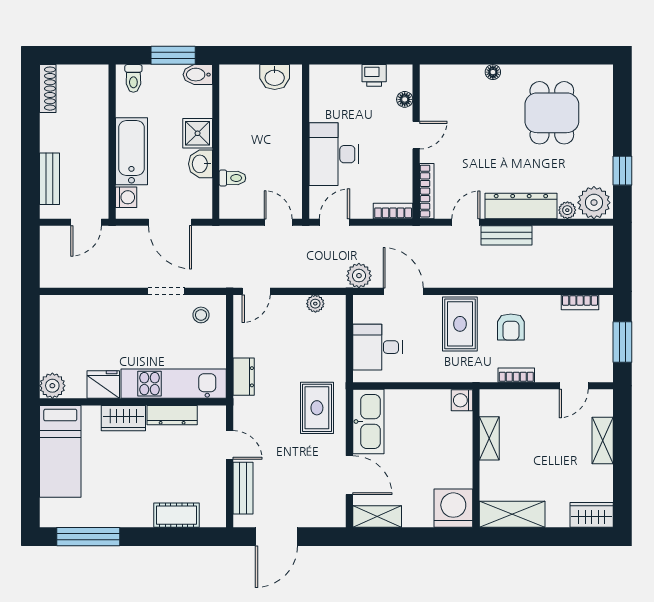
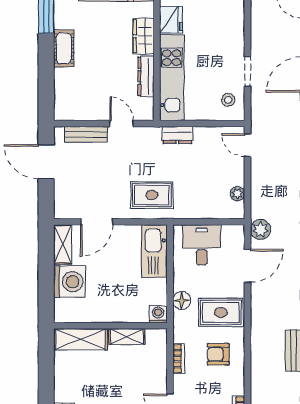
floor lamp: (445, 371) -> (182, 301), added
kitchen sink: (368, 422) -> (154, 251), moved, turned 90
door: (230, 445) -> (121, 123), swing flipped
washing machine: (453, 508) -> (70, 282), moved
shelving: (512, 514) -> (81, 339), moved, turned 90
cot: (177, 515) -> (64, 48), moved

